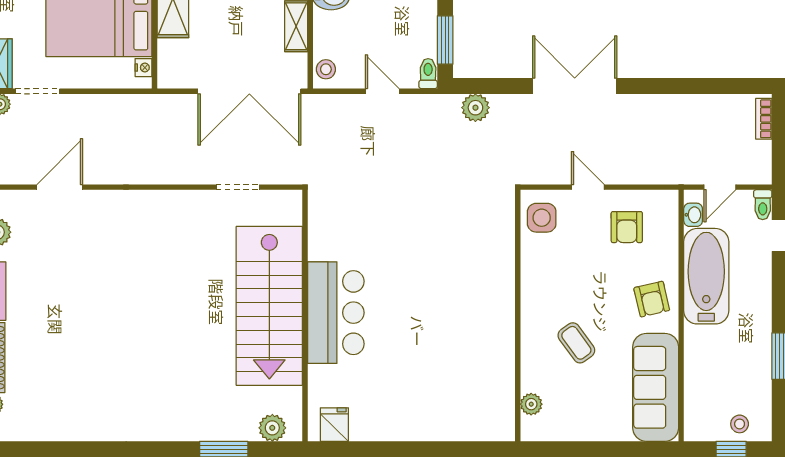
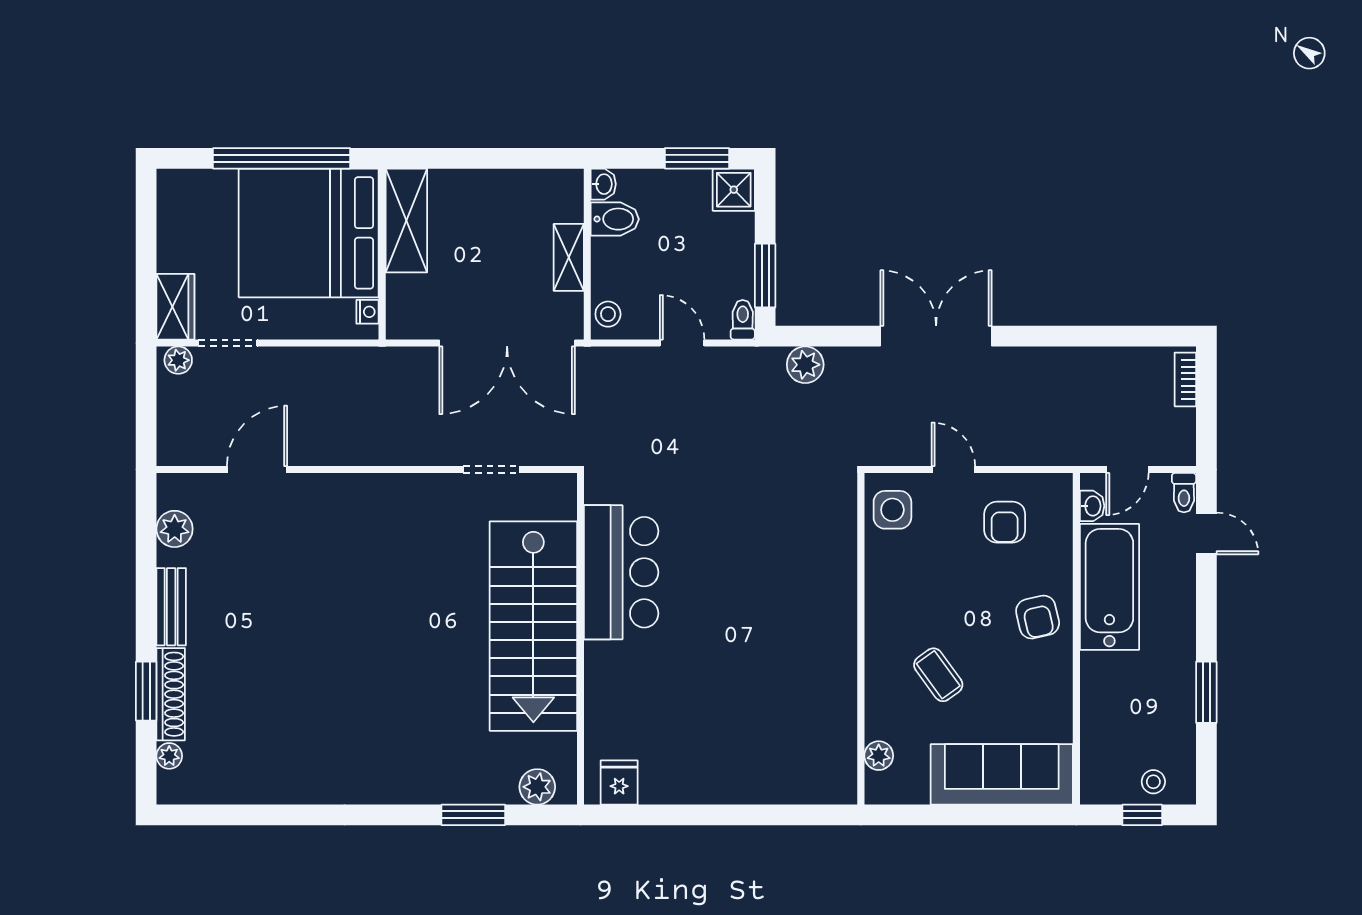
bar counter: (336, 313) -> (621, 572), moved
sofa: (656, 387) -> (1002, 774), moved, turned 90

